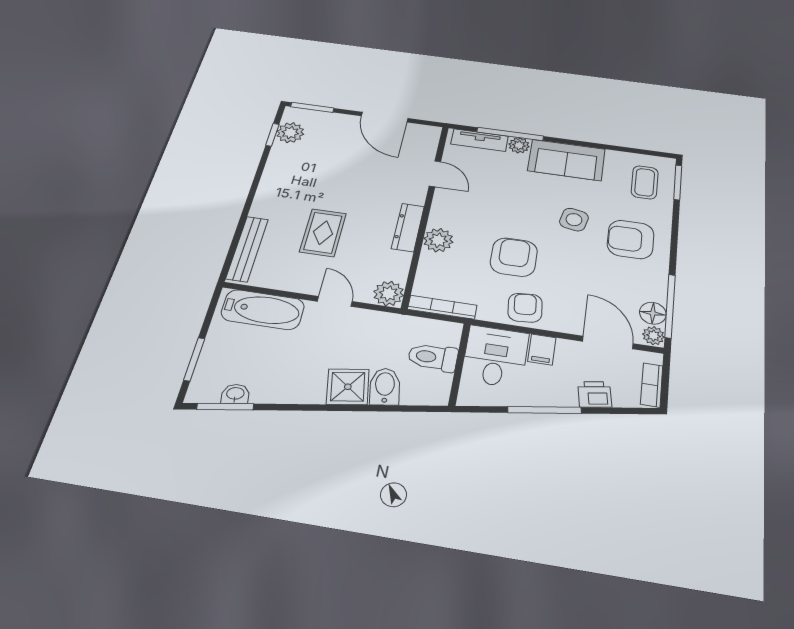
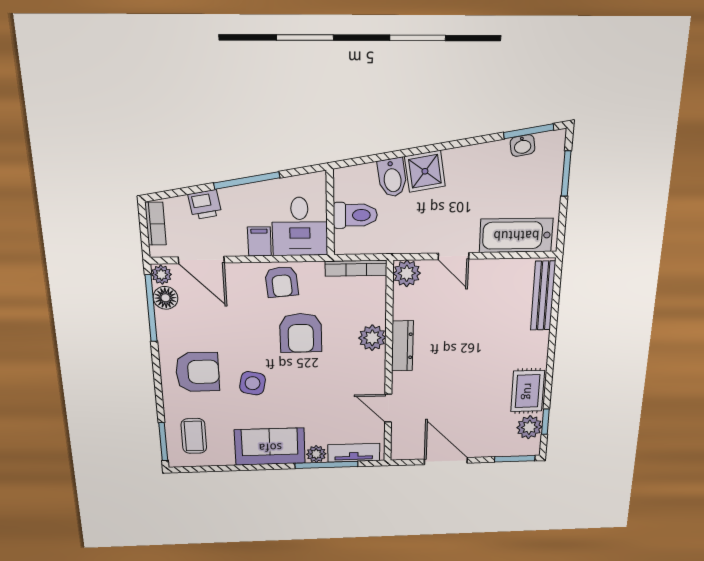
rug: (323, 233) -> (528, 391), moved

